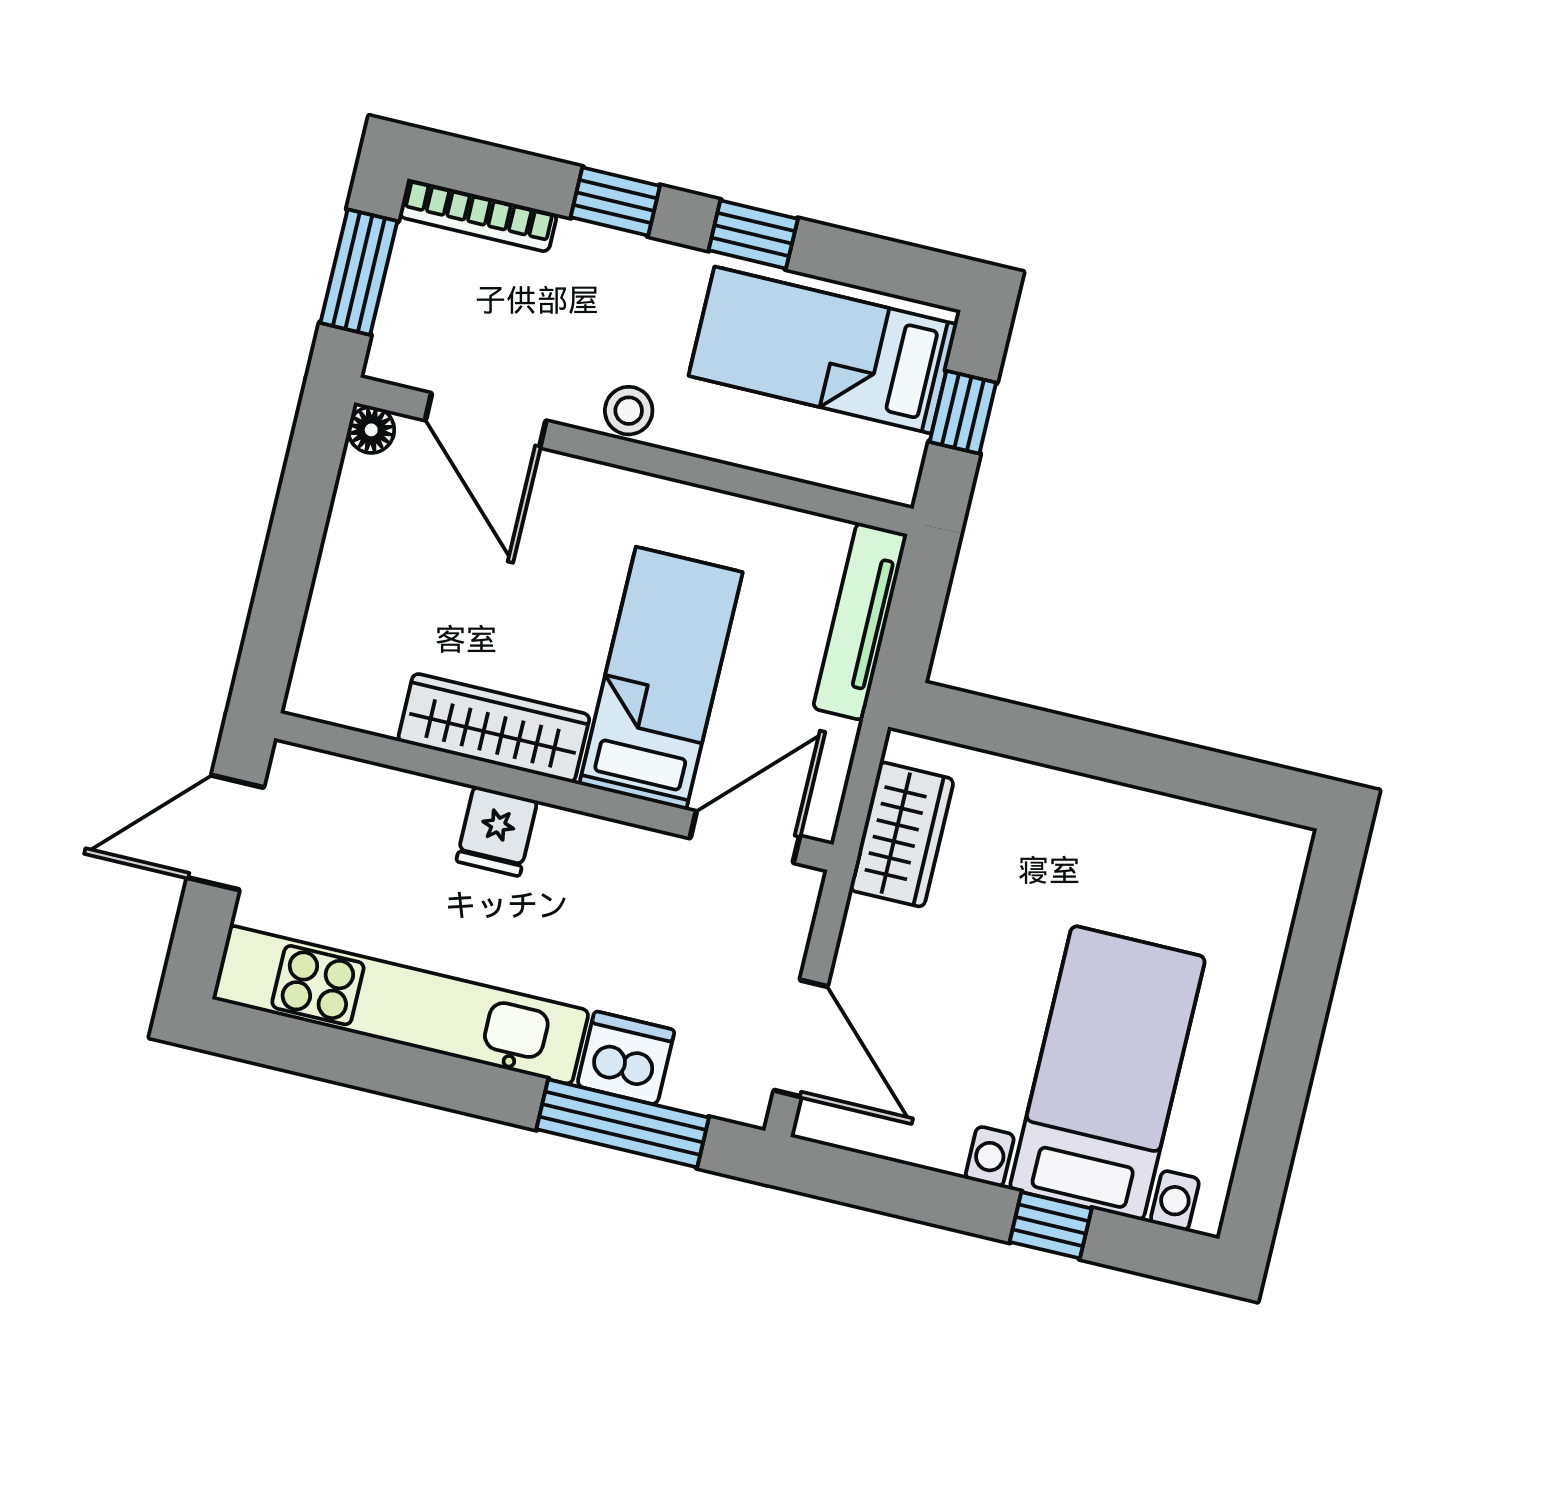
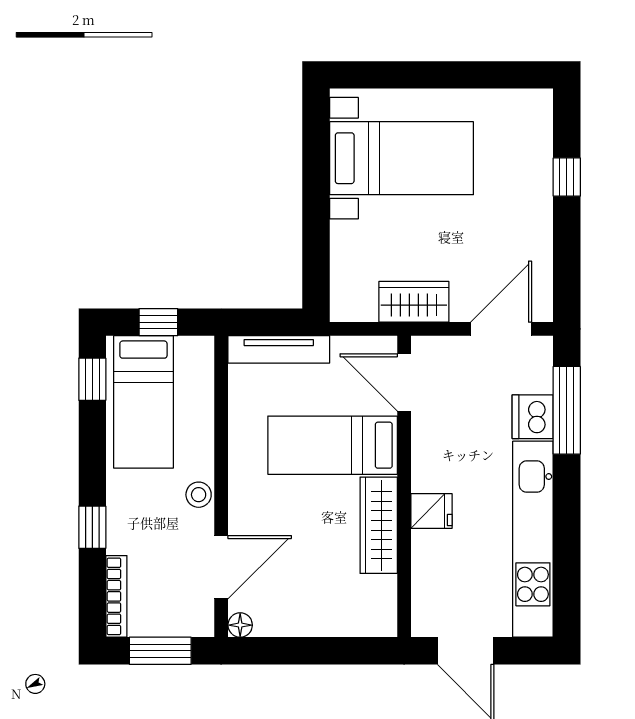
window: (753, 234) -> (92, 379), moved
wardrobe: (902, 835) -> (414, 302), moved
bed with nightstands: (1107, 1073) -> (402, 158), moved, turned 180

